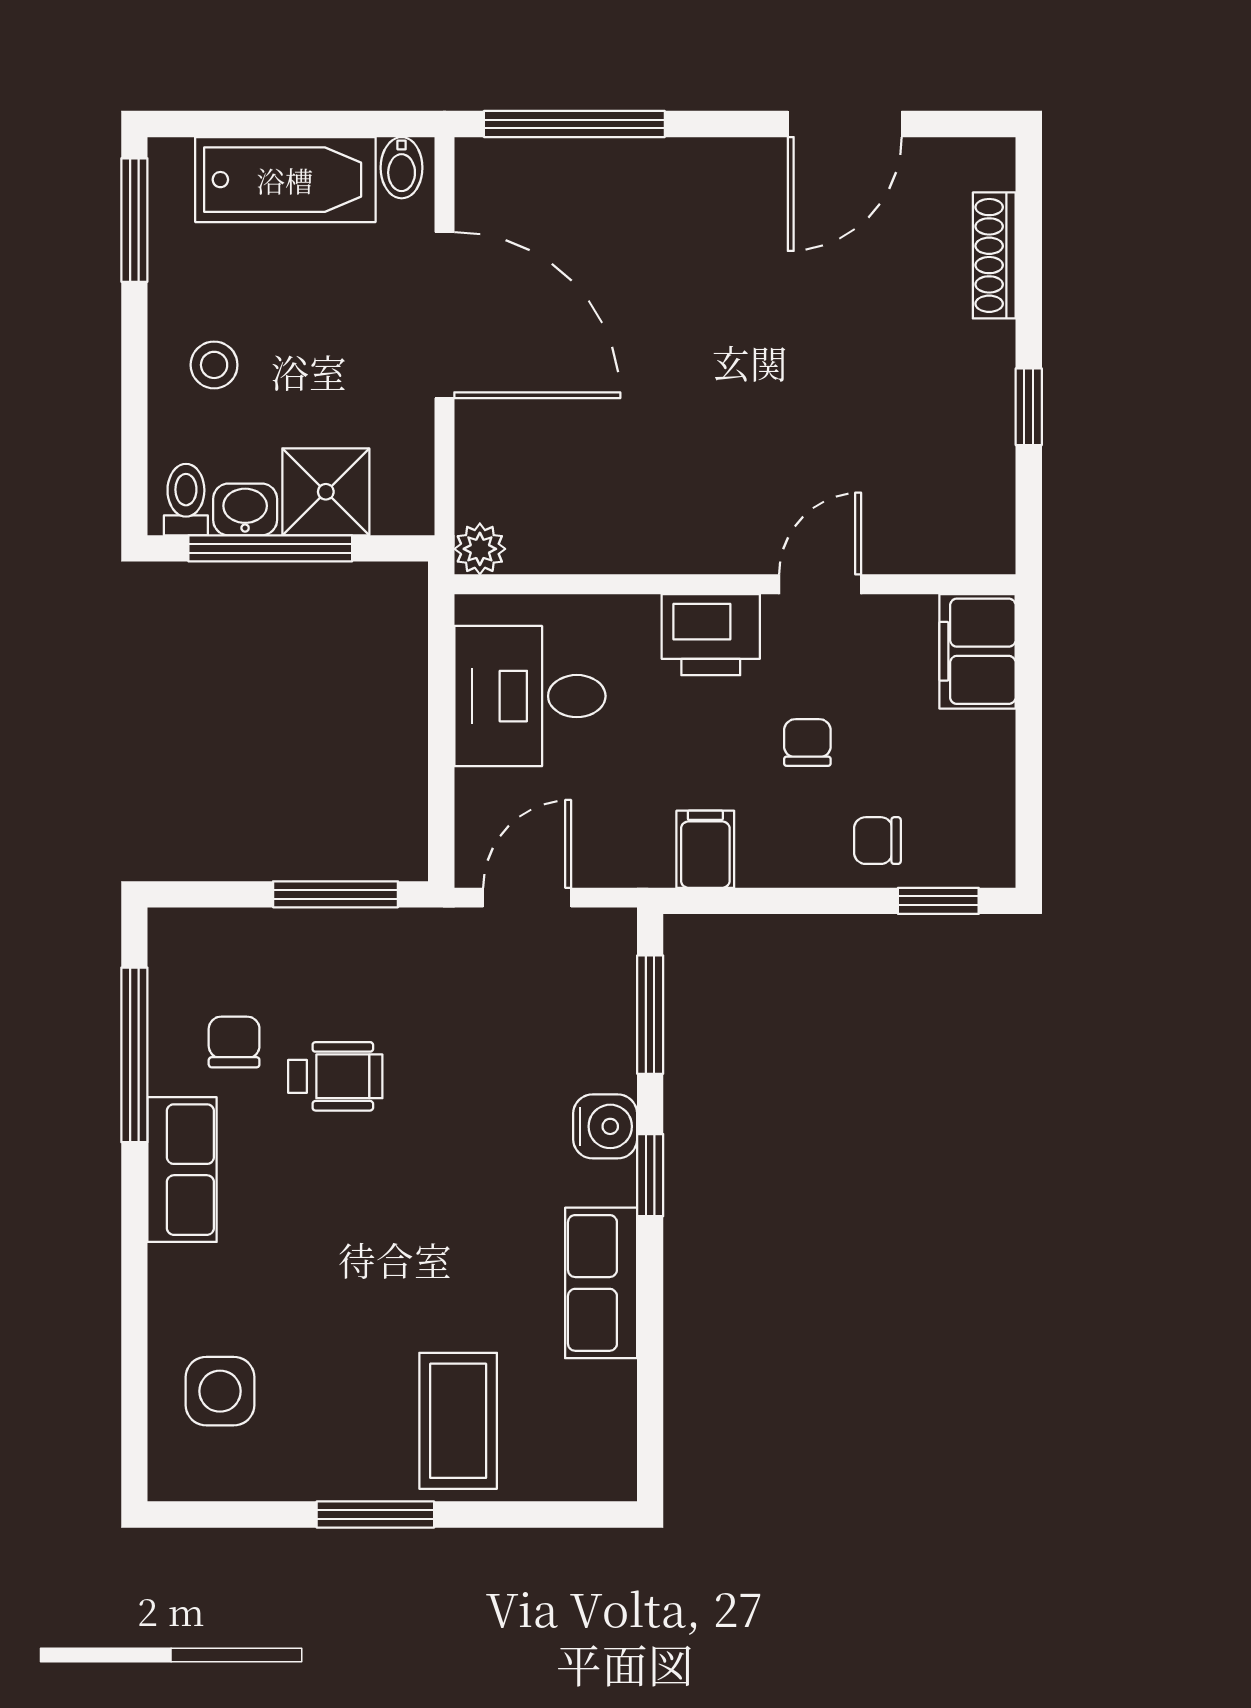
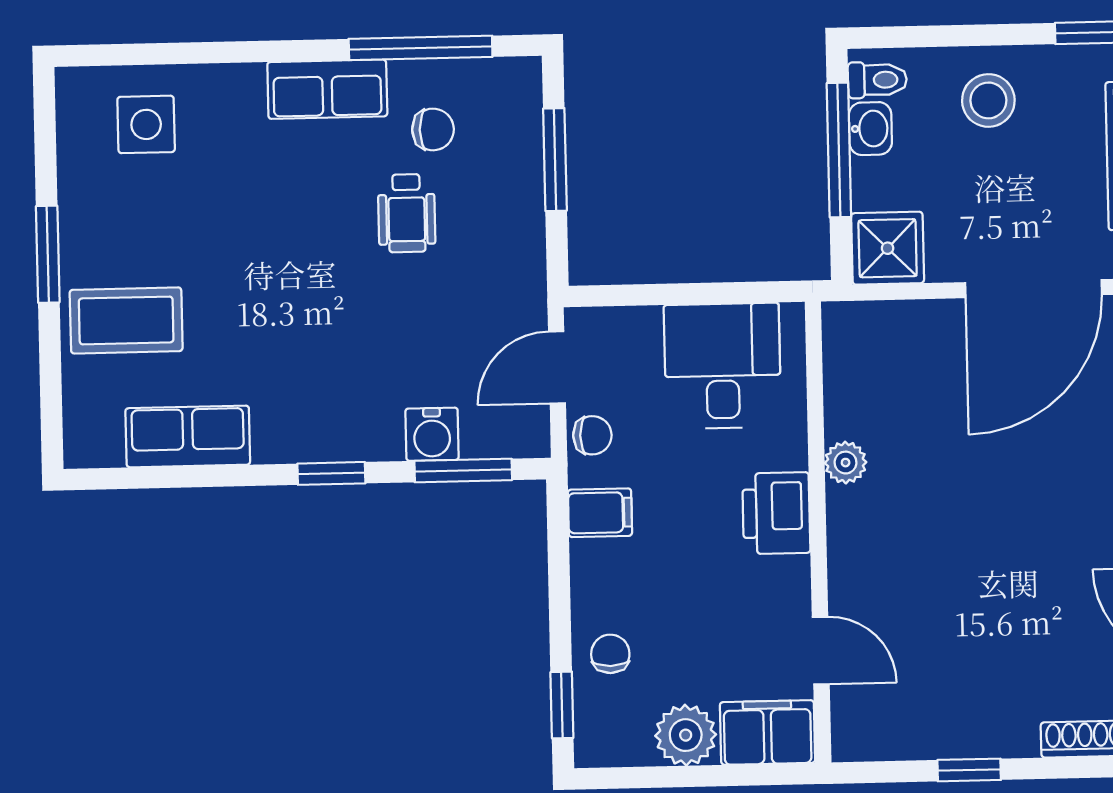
stool: (214, 365) -> (988, 100), width x1.37, depth x1.37
shower: (326, 492) -> (888, 248), moved
plant: (480, 549) -> (846, 463), moved
door: (820, 584) -> (821, 651), moved
chair: (807, 743) -> (592, 435), moved
plant: (978, 751) -> (686, 735), added
window: (336, 894) -> (555, 160), moved
door: (527, 898) -> (557, 367), swing flipped
water cooler: (605, 1126) -> (432, 434), moved
row of seats: (601, 1283) -> (188, 436), moved

